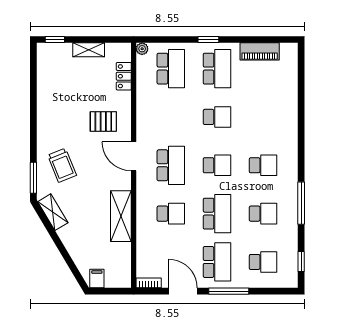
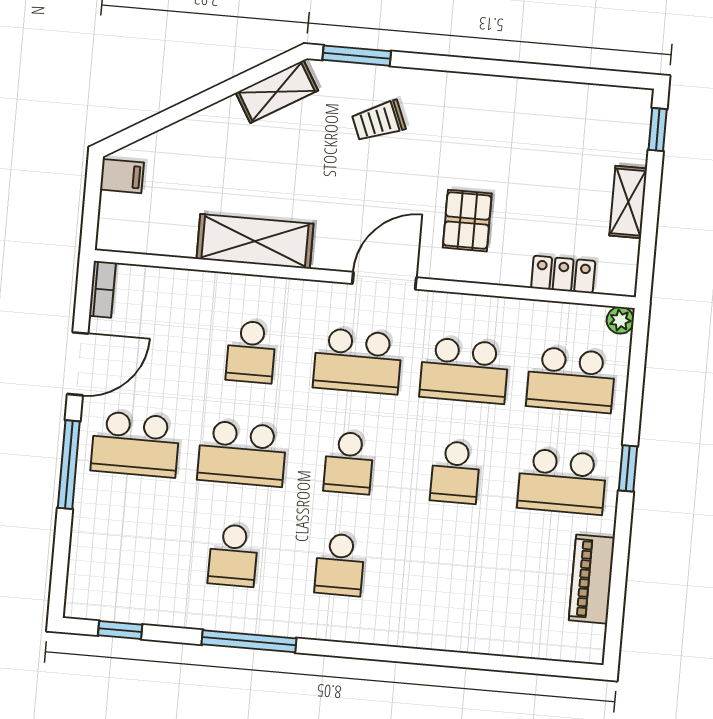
trolley: (62, 165) -> (379, 121), width x0.73, depth x0.72
school desk: (263, 262) -> (464, 370), moved, width x1.85

